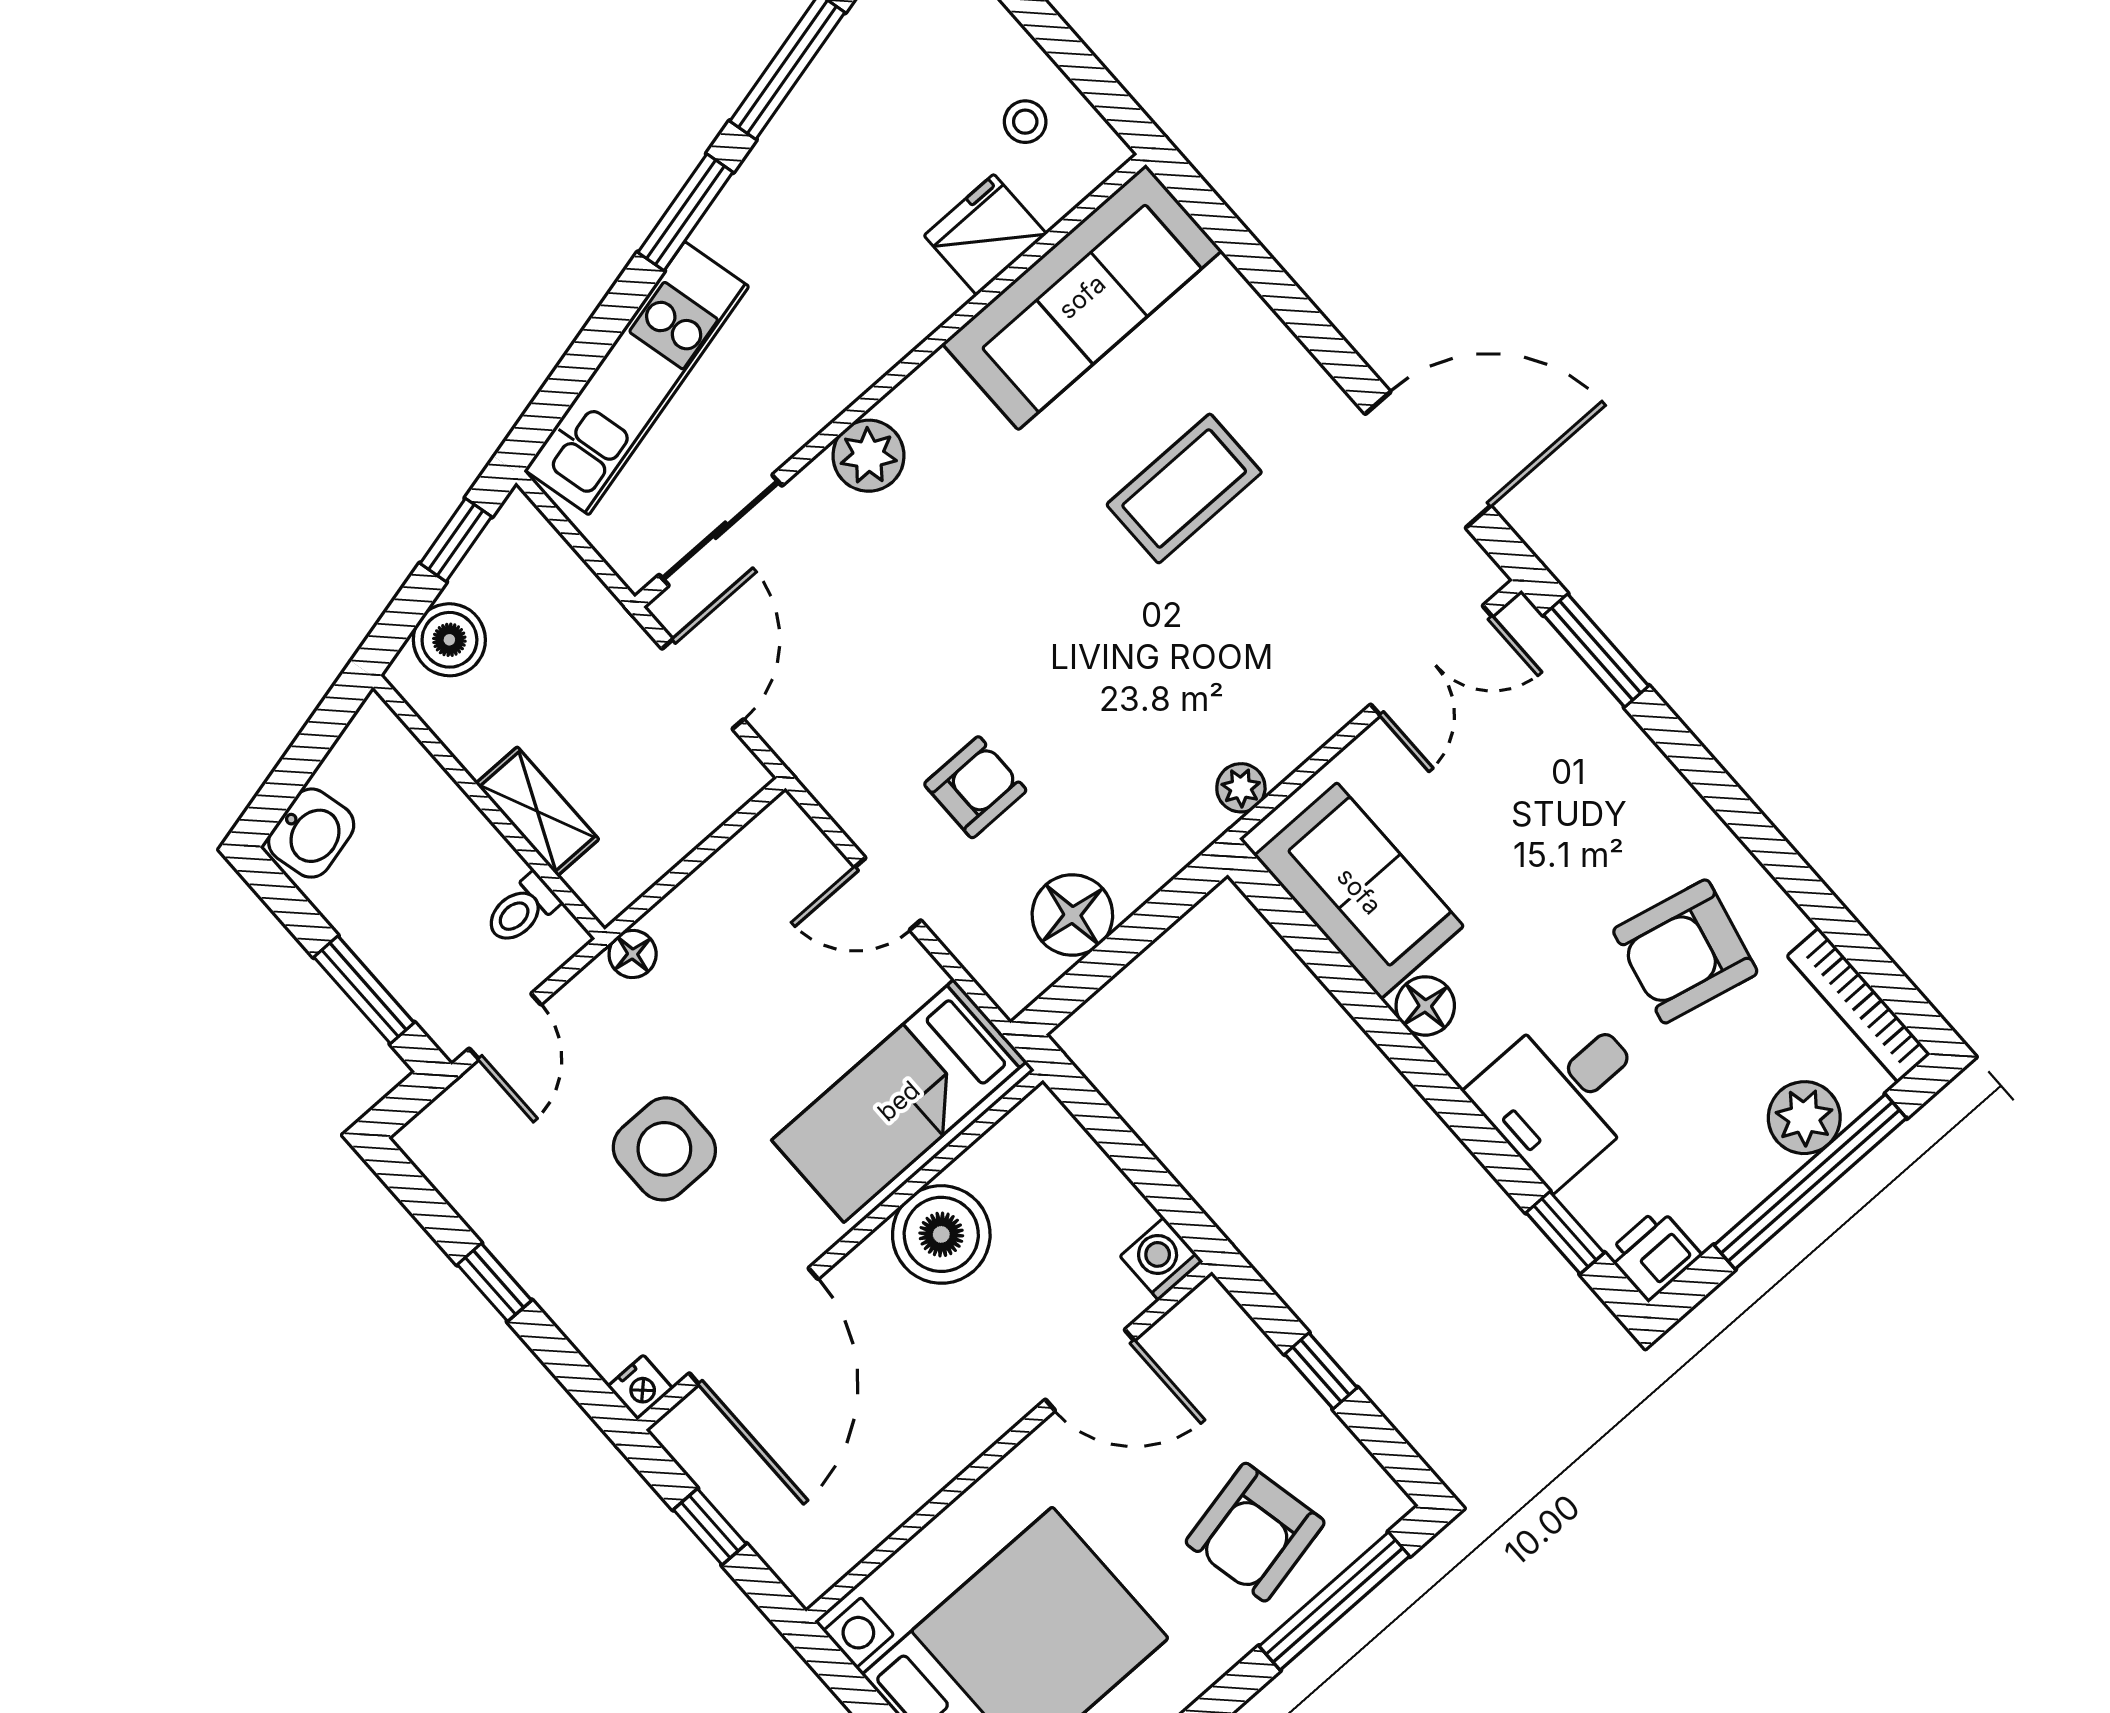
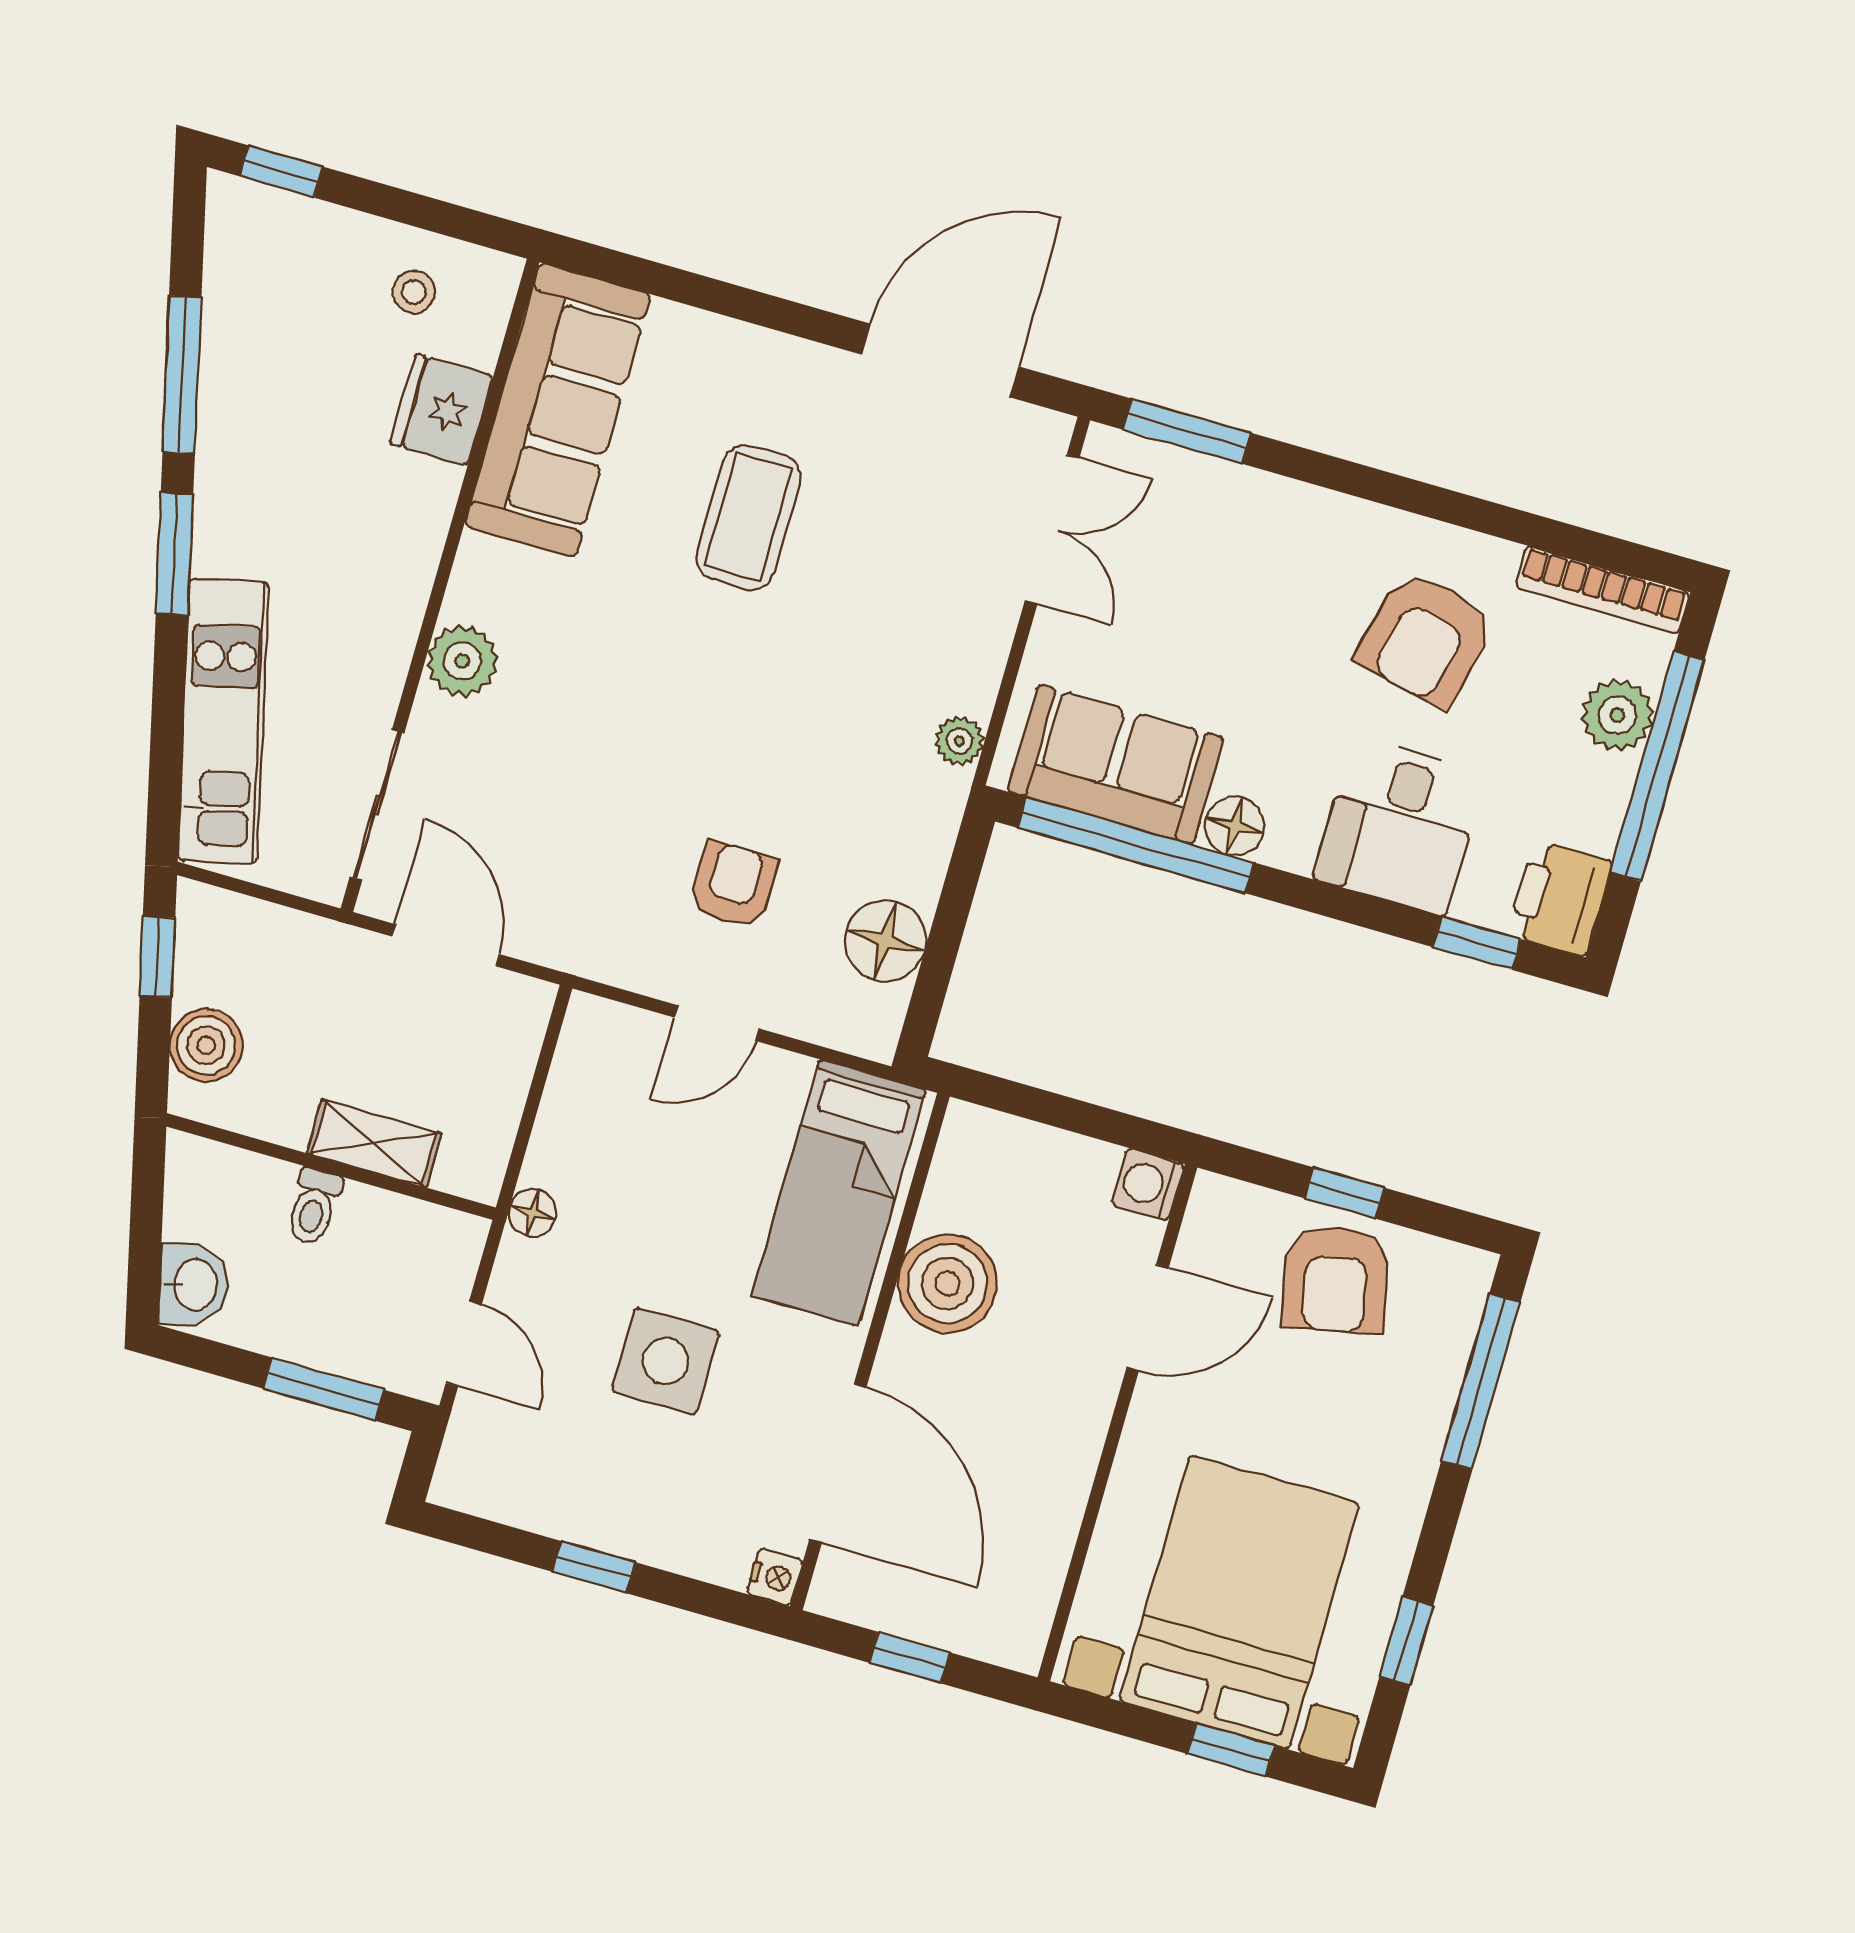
toilet: (522, 909) -> (314, 1206), moved
window: (1332, 969) -> (1136, 845), added
printer: (1654, 1254) -> (1560, 898), width x1.36, depth x1.24
armchair: (1255, 1532) -> (1335, 1279), moved

